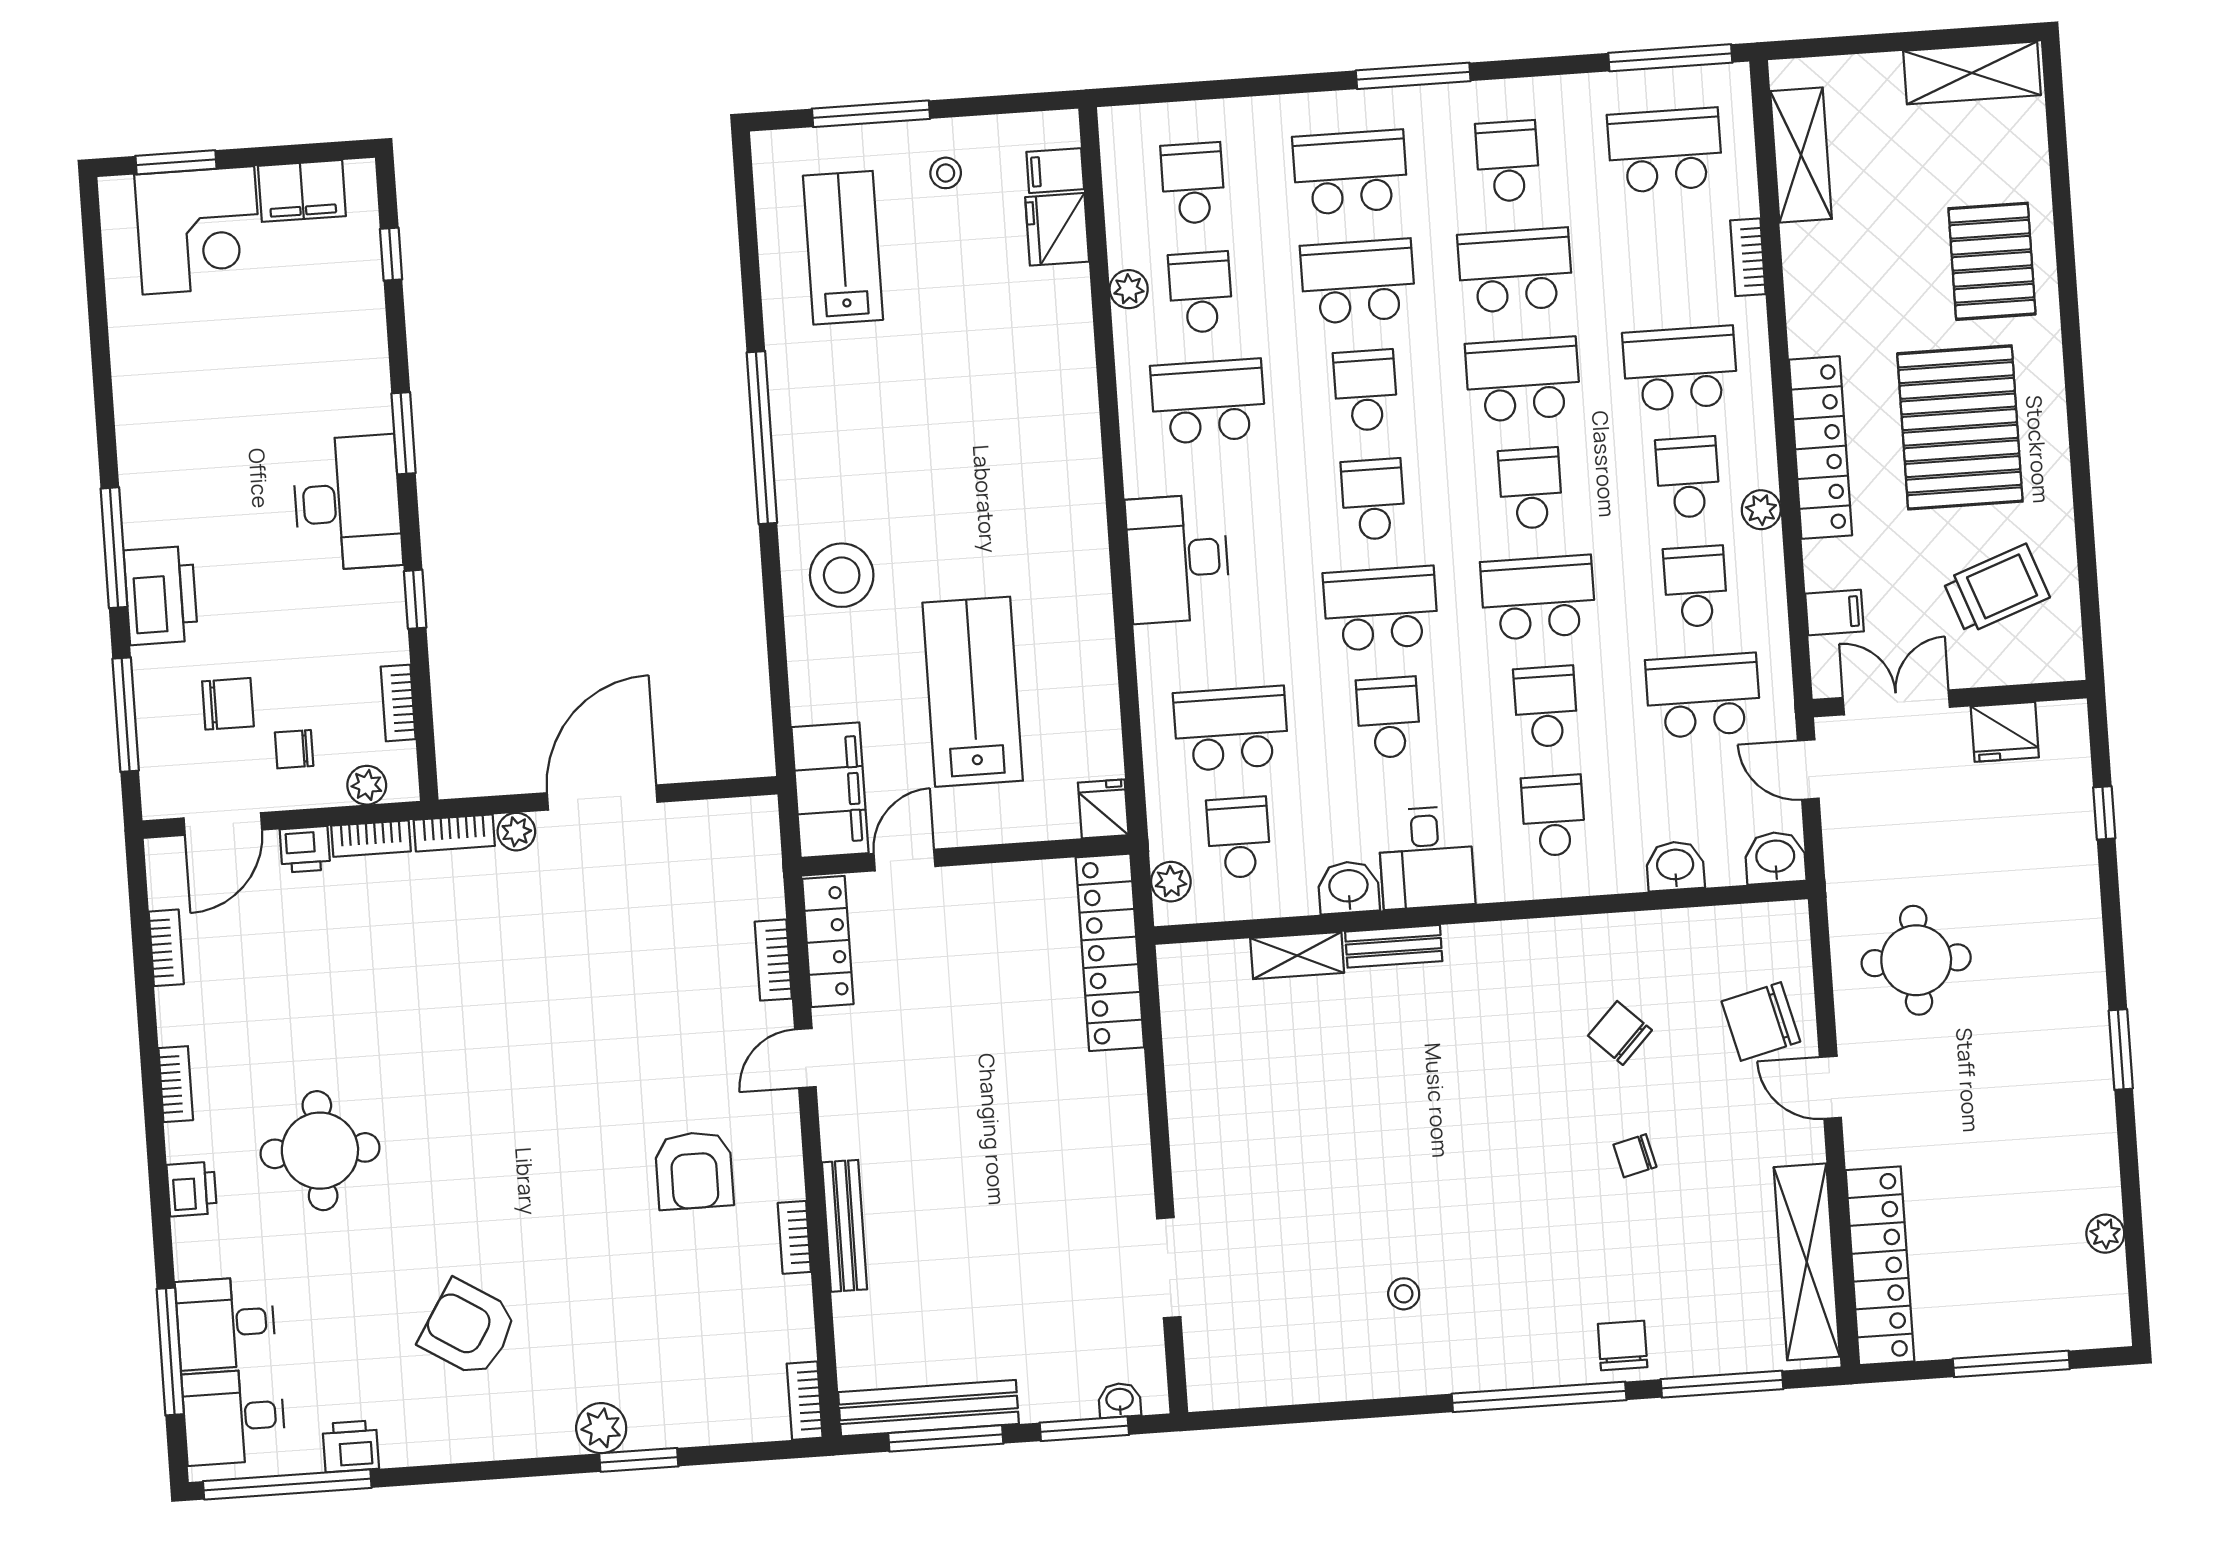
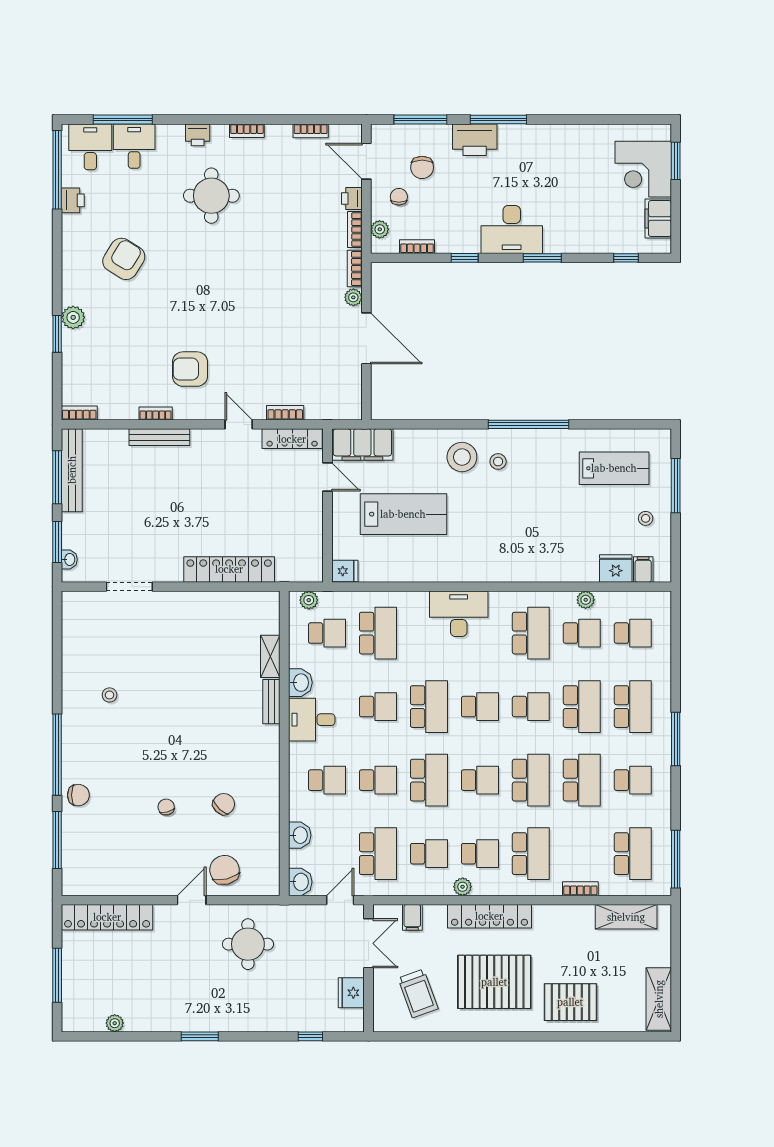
stool: (846, 497) -> (498, 462), added
locker: (1110, 952) -> (229, 569), moved
shelving: (1807, 1262) -> (111, 883), removed

